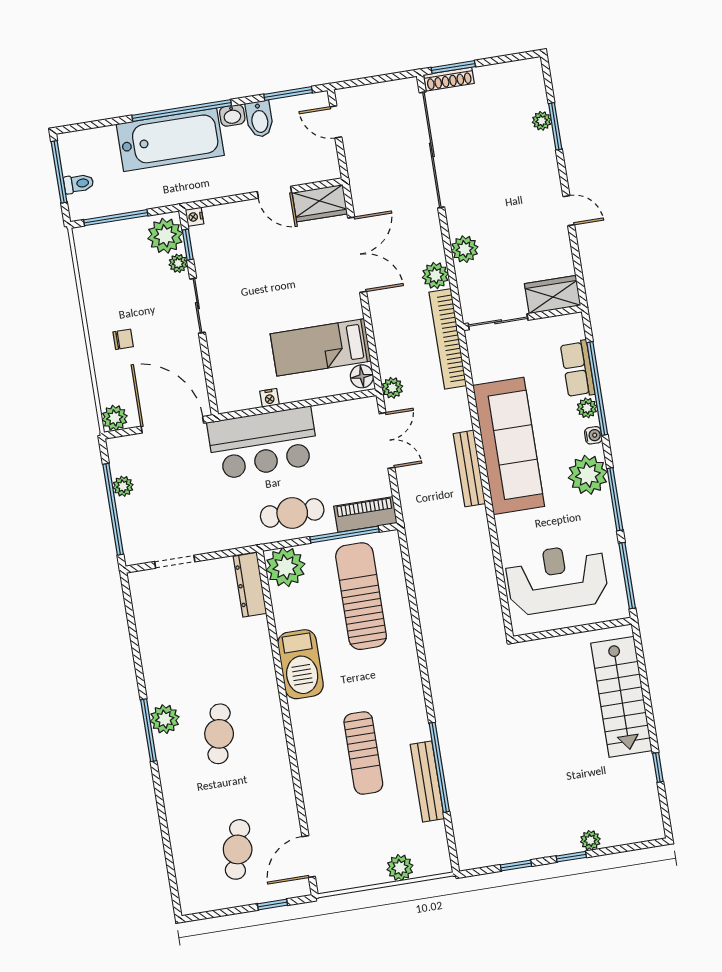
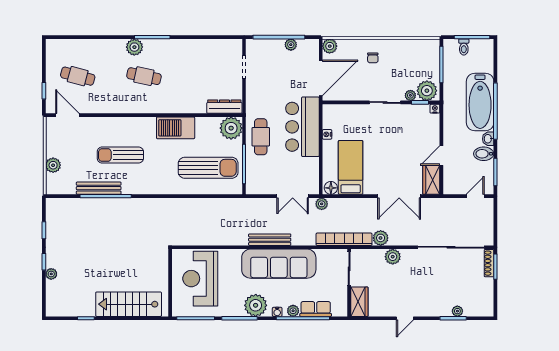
piano: (365, 515) -> (253, 177), removed
reception desk: (557, 579) -> (200, 279), turned 180
plant: (165, 719) -> (134, 47), moved

